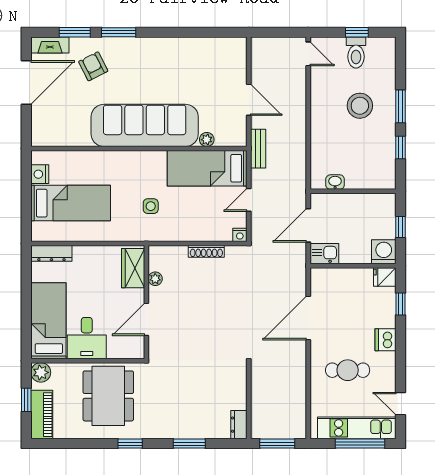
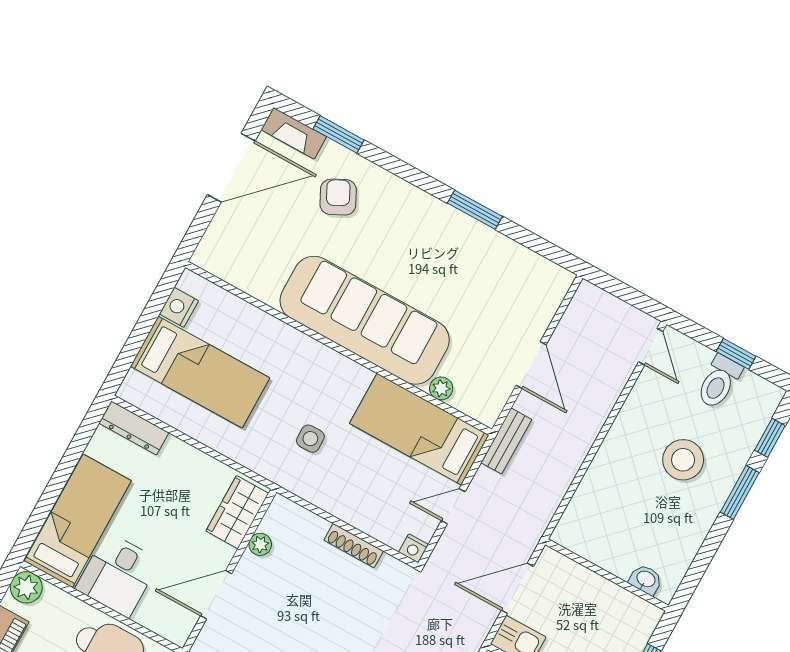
window: (119, 32) -> (475, 210), moved
window: (400, 147) -> (770, 438), moved
washbasin: (335, 182) -> (646, 580), moved

